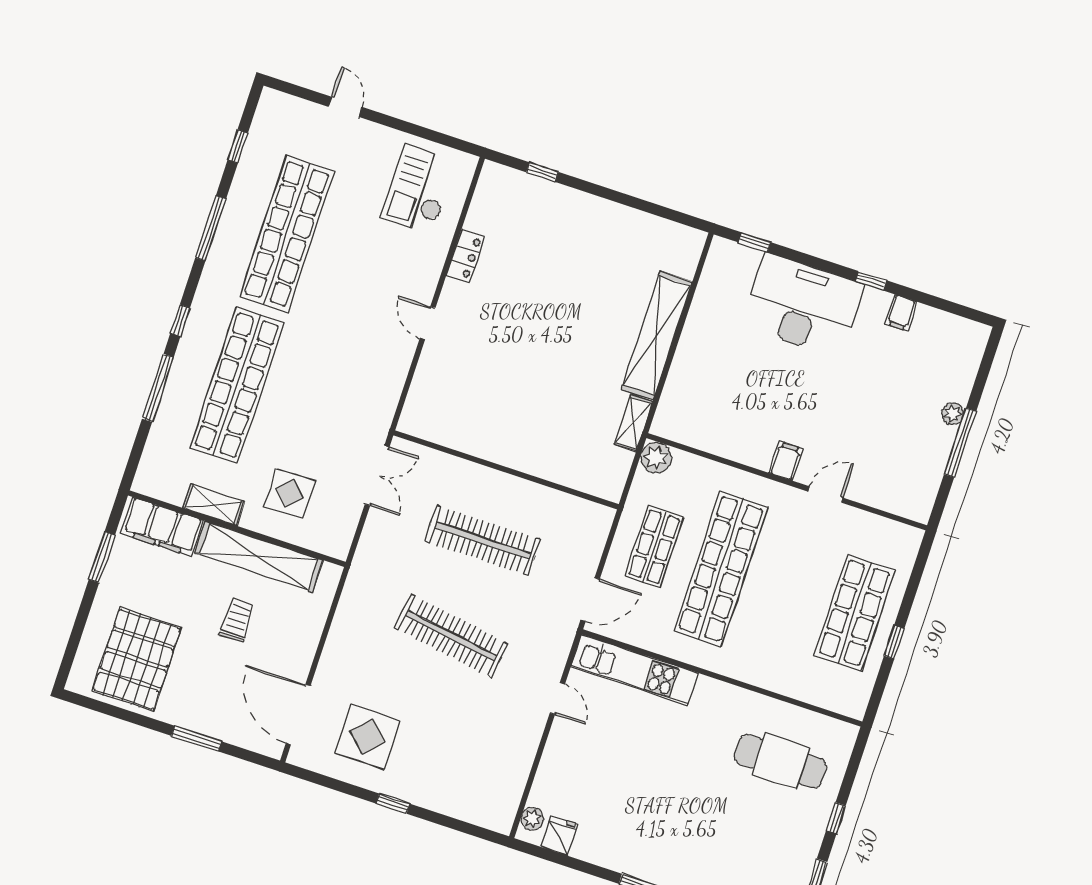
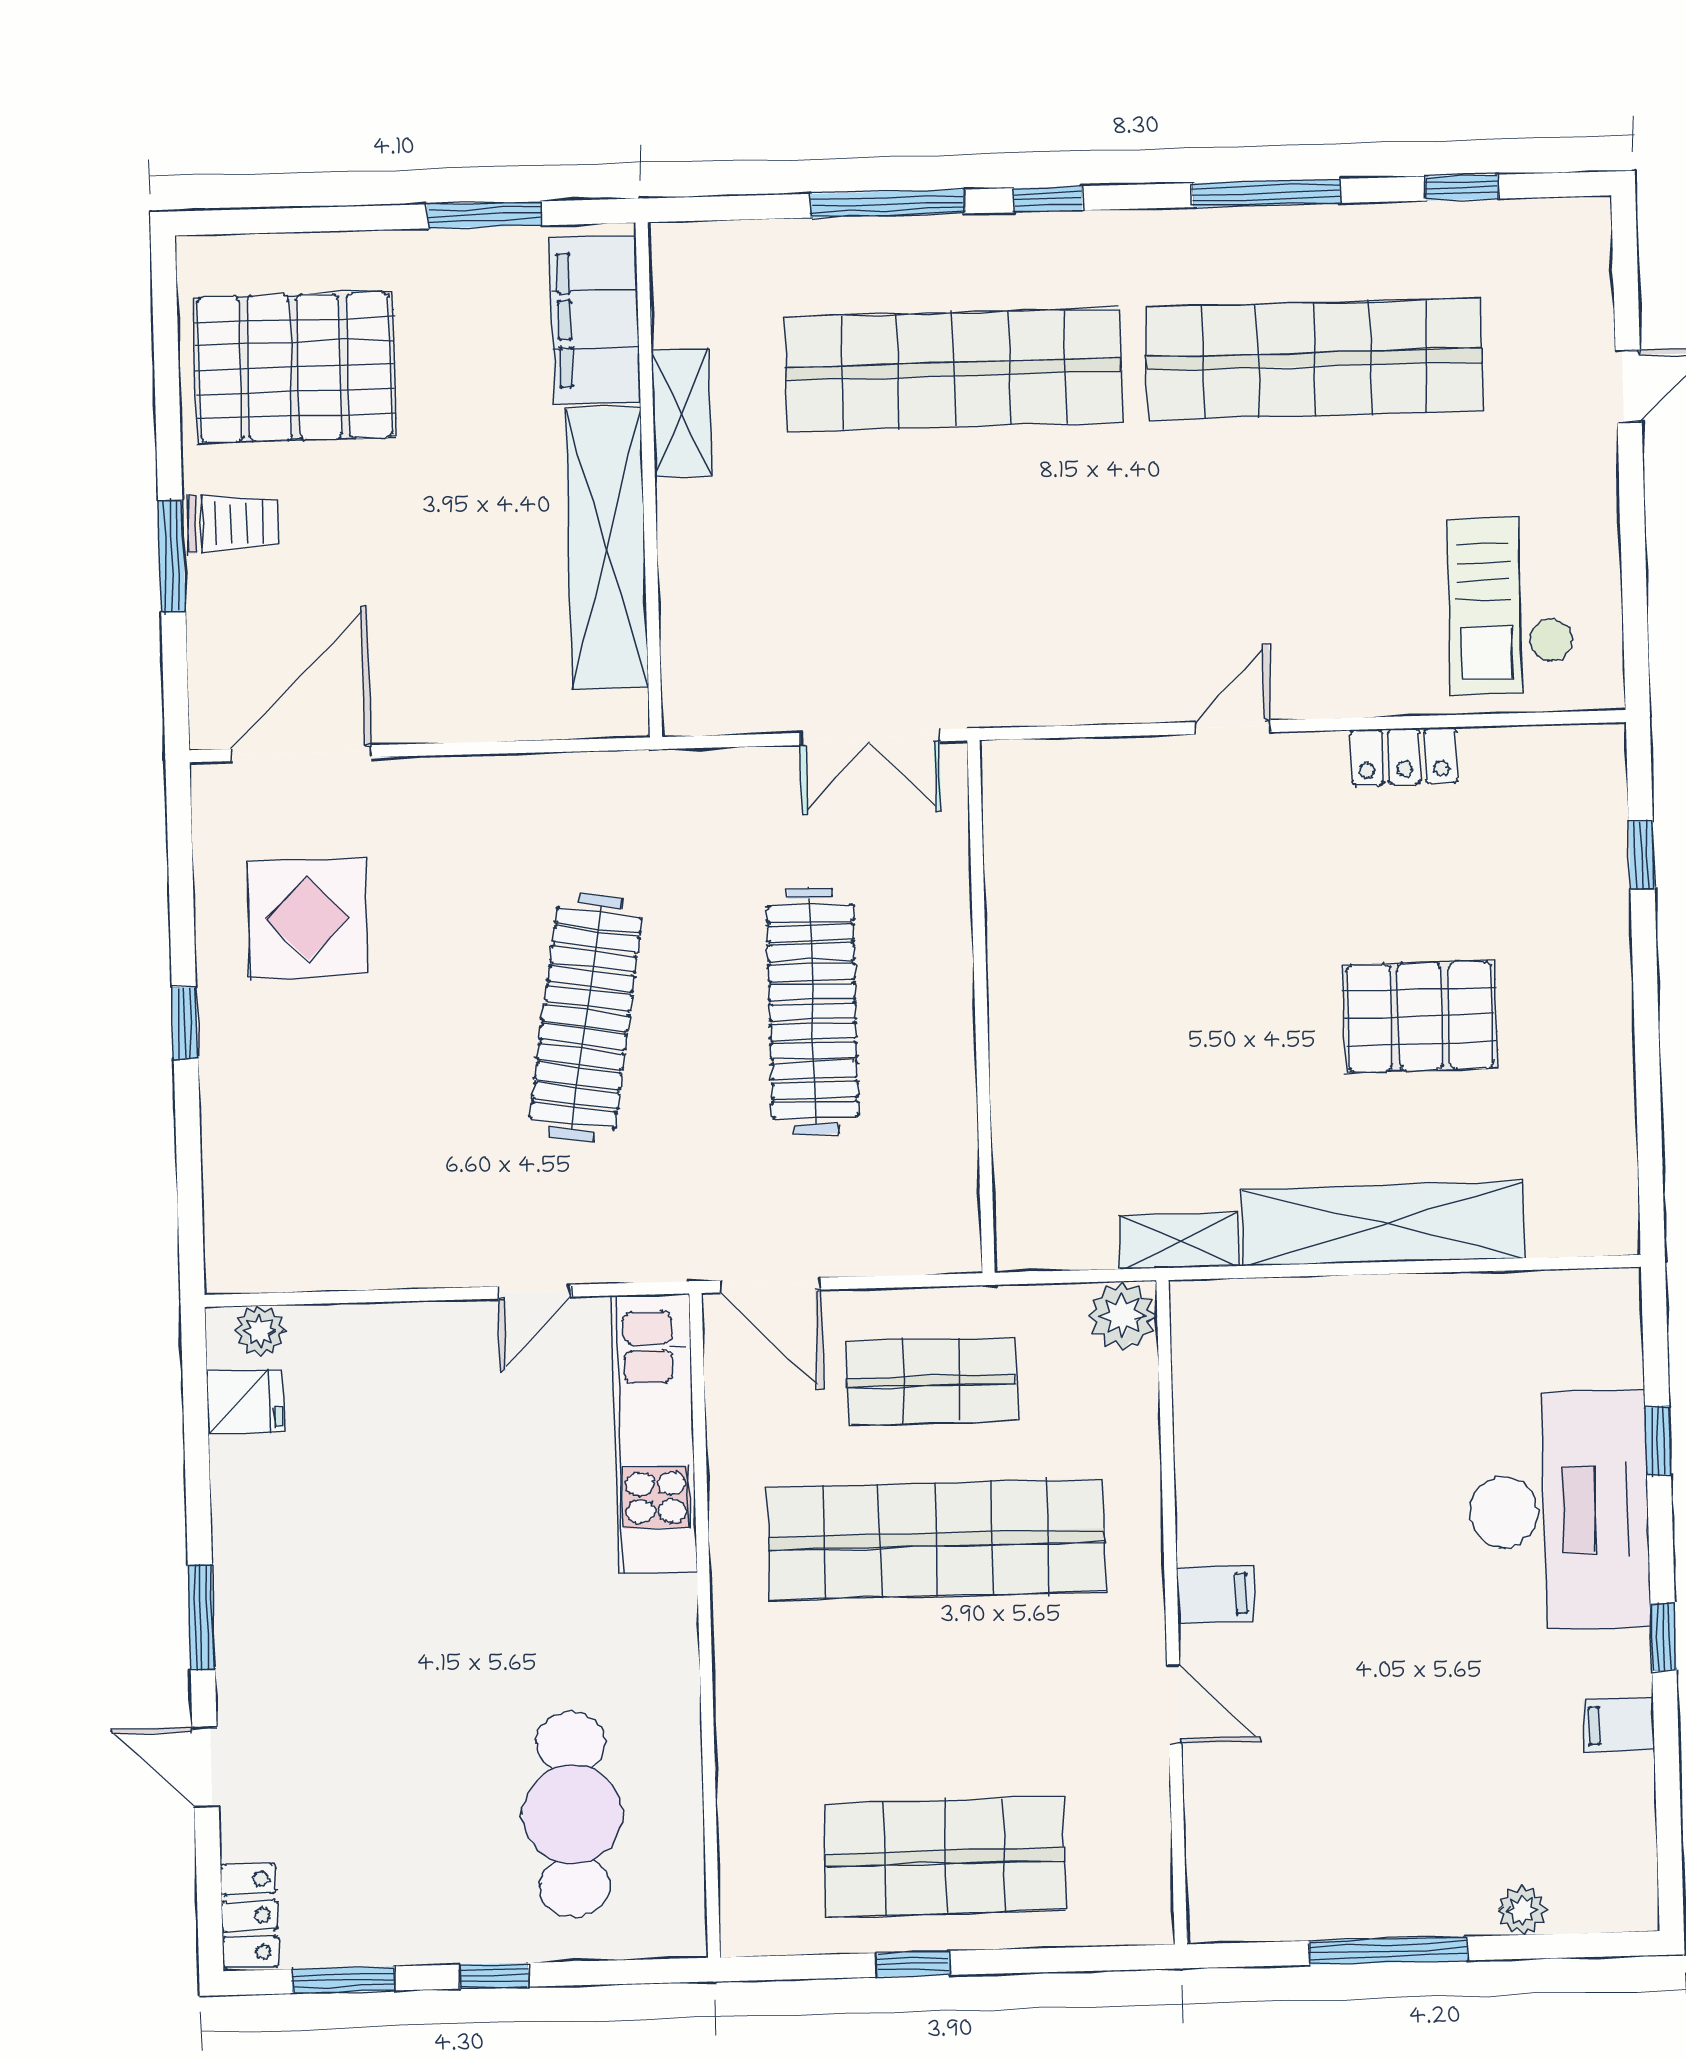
checkout: (419, 189) -> (1510, 605), turned -90
window: (755, 242) -> (1658, 1441), moved
pallet: (576, 289) -> (1420, 1017), added
plant: (953, 414) -> (1522, 1910), moved
display table: (289, 494) -> (764, 564), removed
trolley: (237, 620) -> (233, 523), moved

